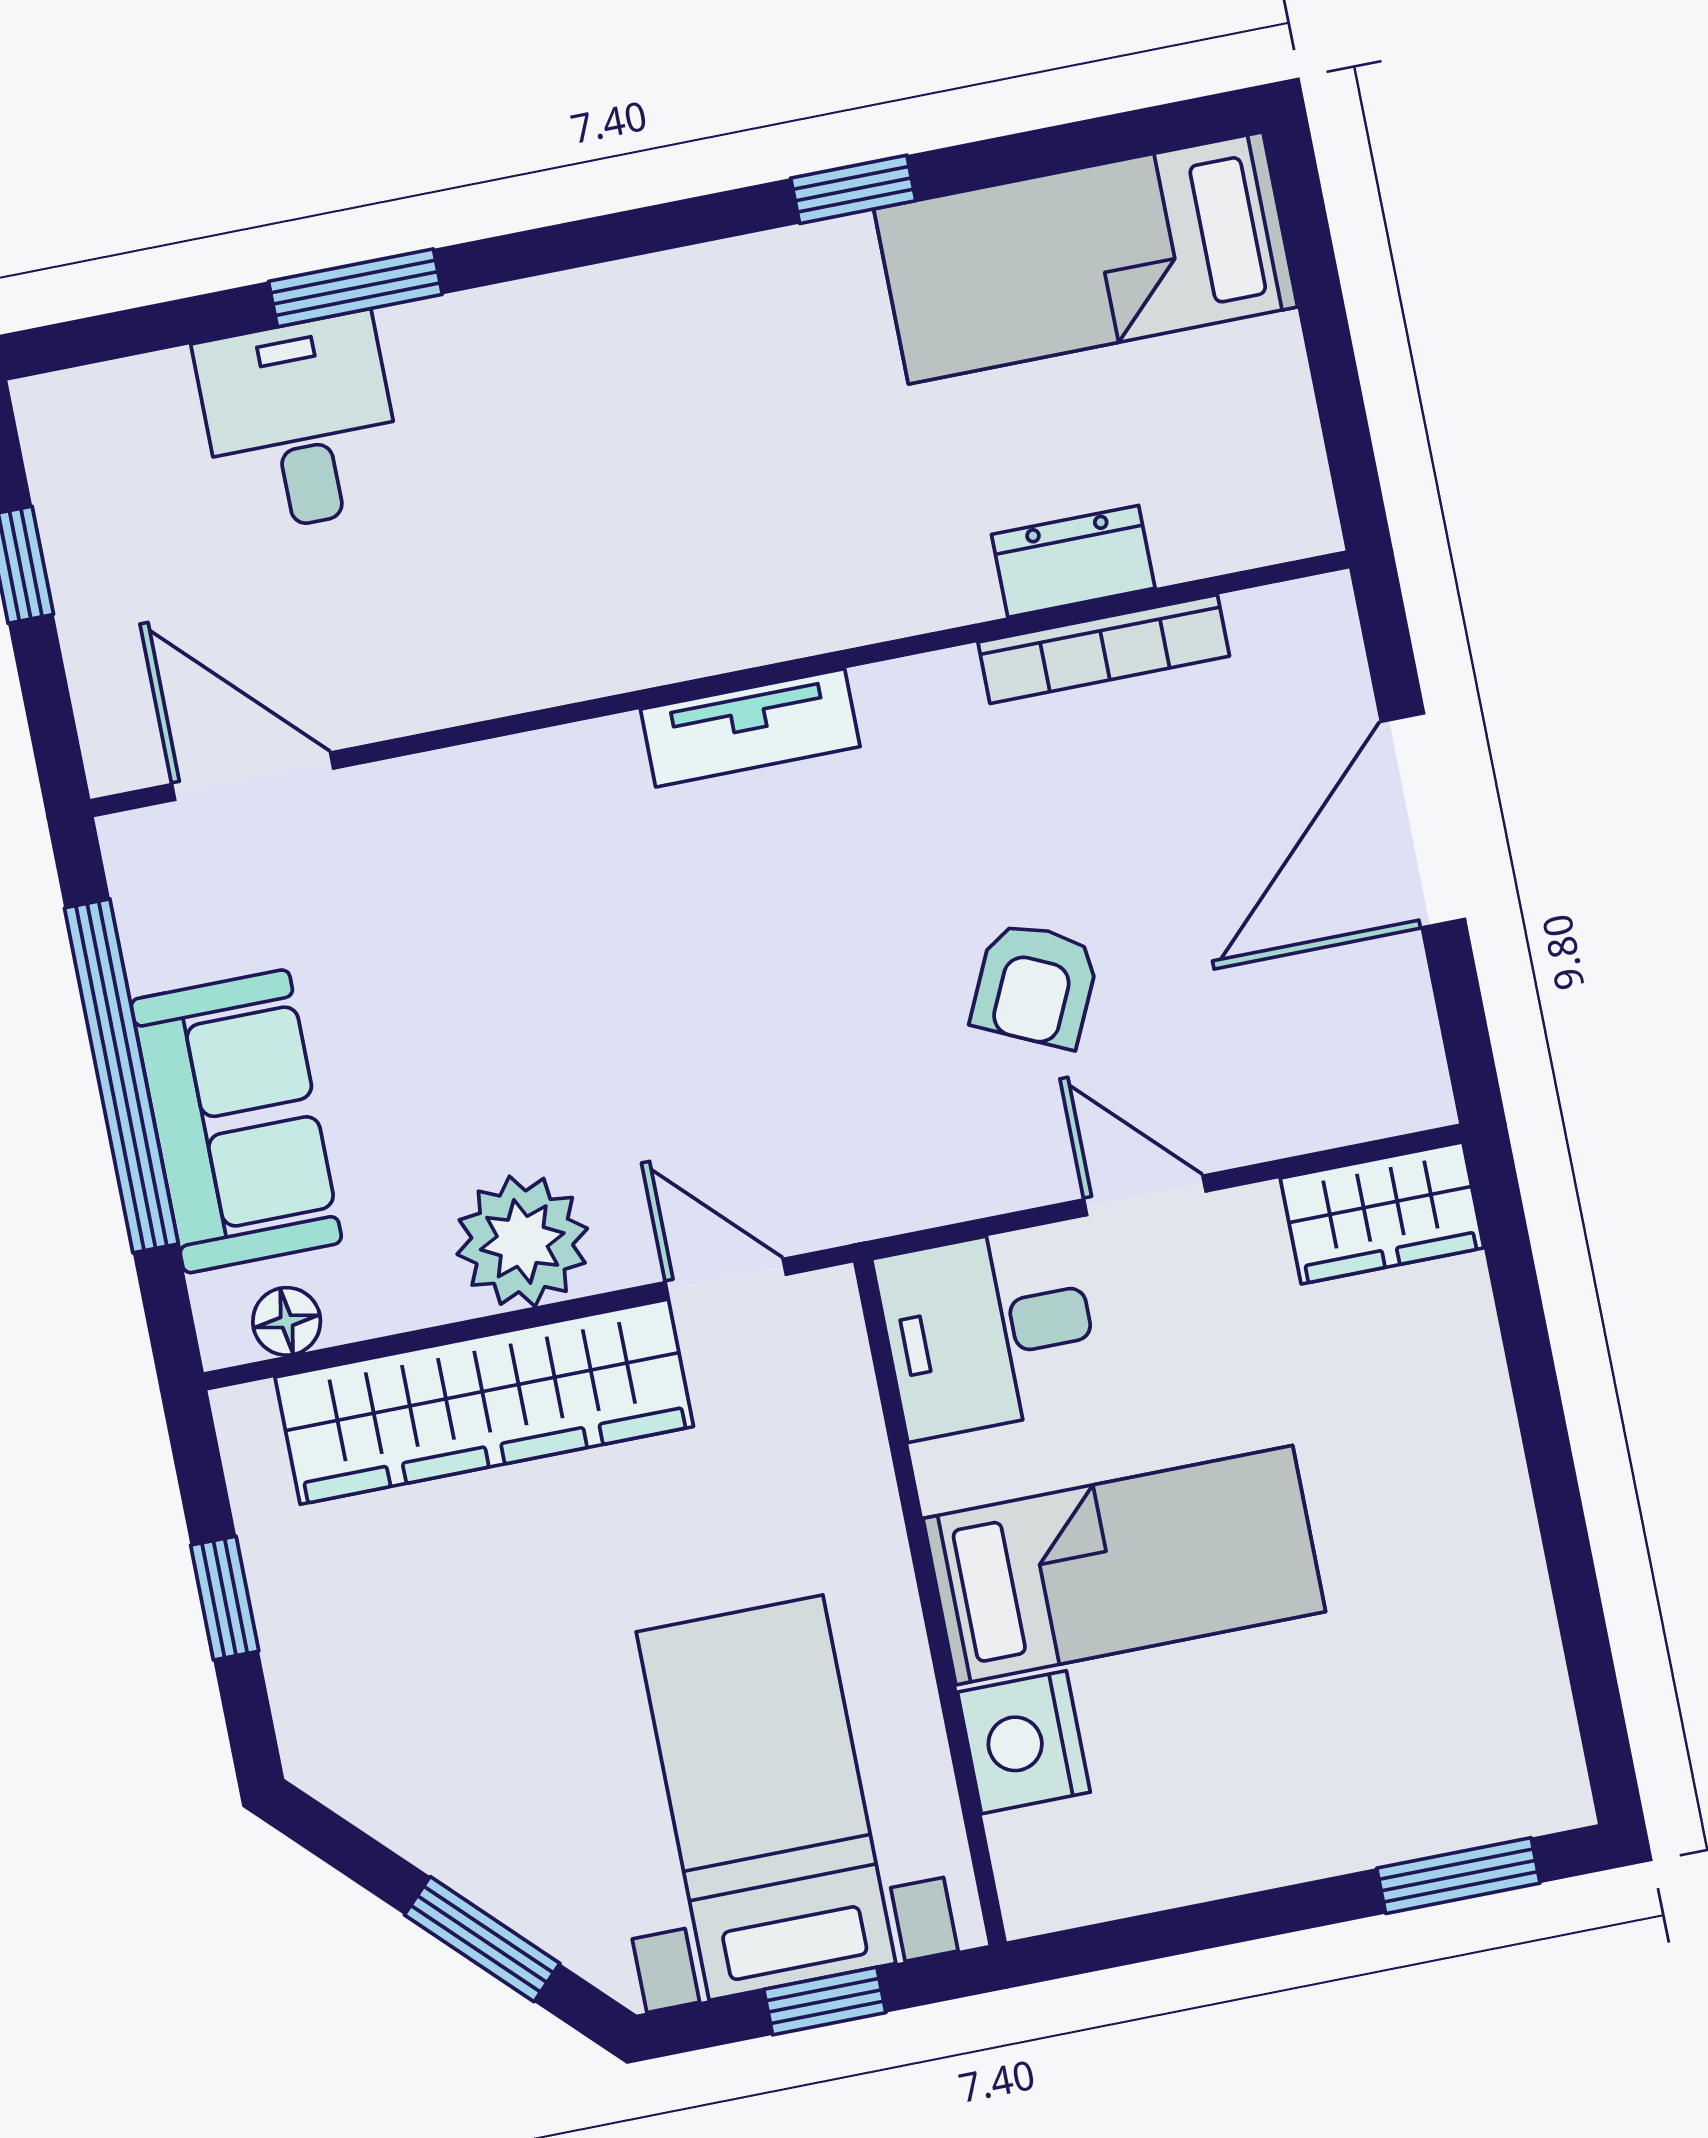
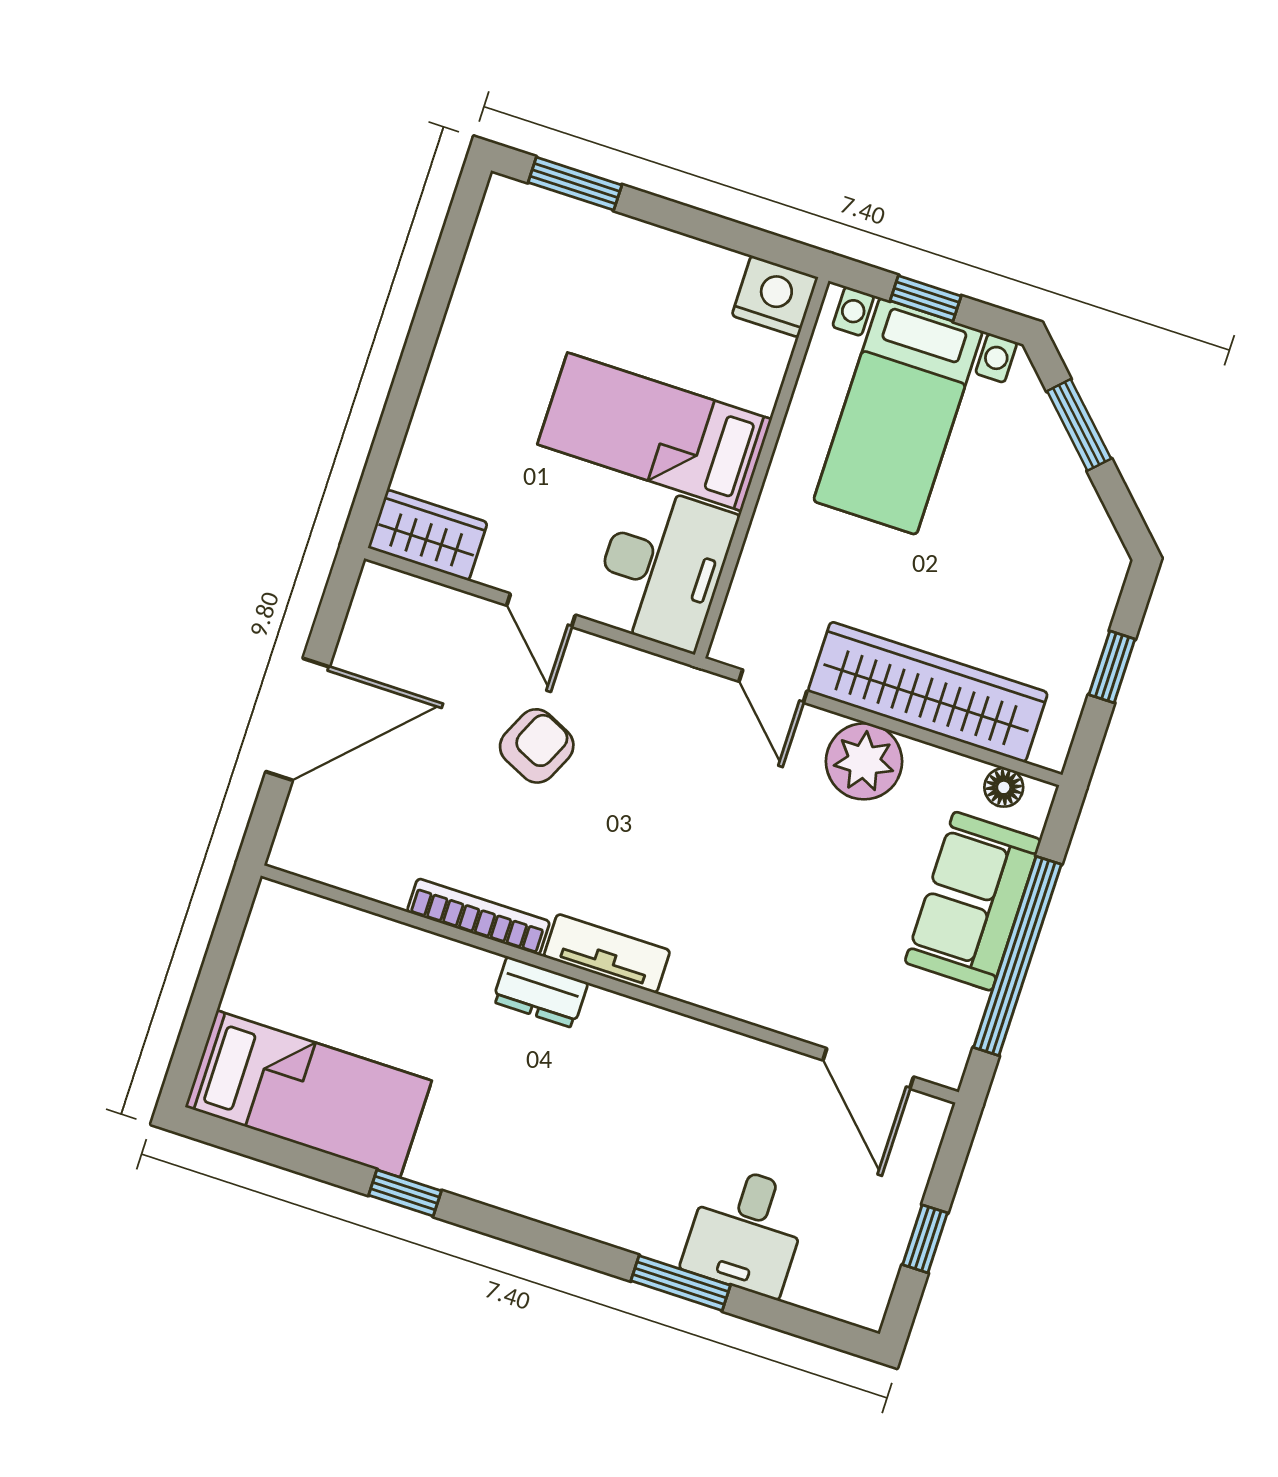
dresser: (1073, 561) -> (540, 992), moved
bookcase: (1104, 649) -> (478, 917), moved
desk: (989, 1331) -> (663, 567), width x1.37
nightstand: (1024, 1742) -> (775, 296), moved, turned -90

